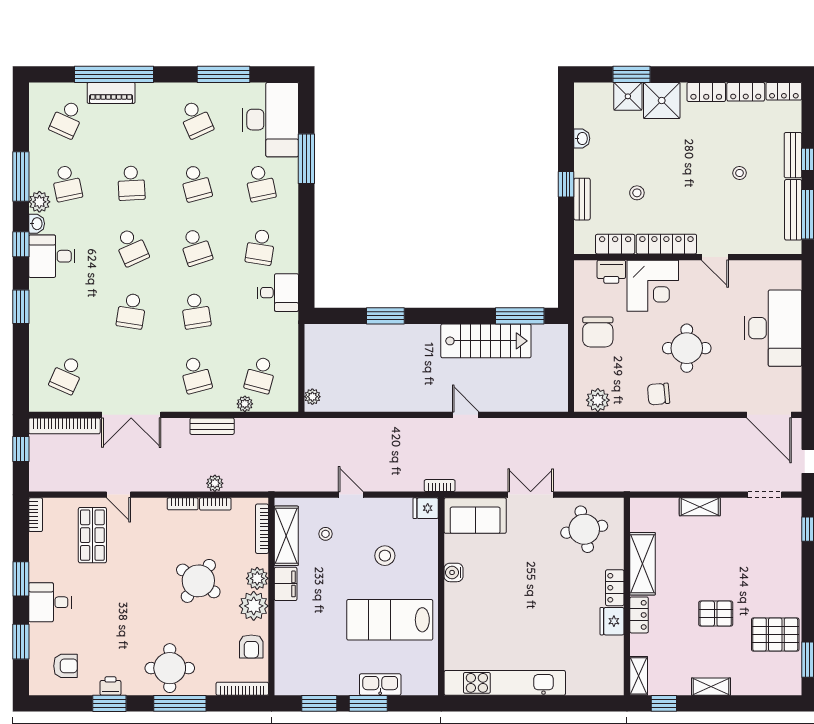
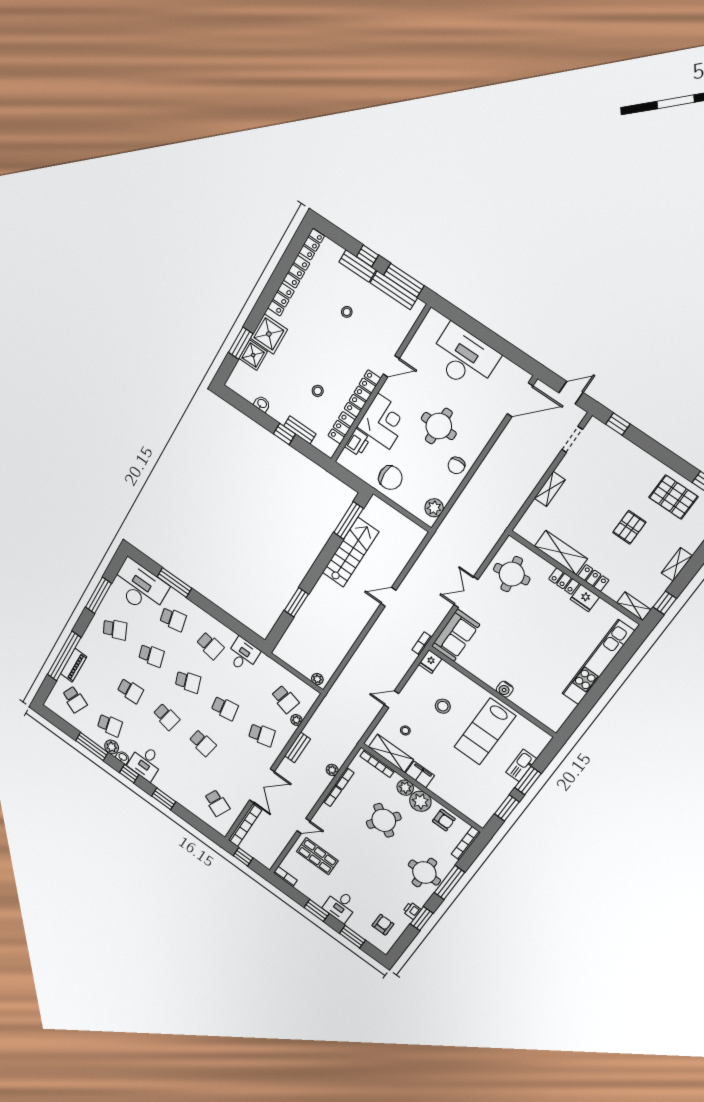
school desk: (131, 247) -> (166, 717), turned 36
water cooler: (454, 572) -> (505, 689), moved
pallet: (775, 635) -> (673, 497), turned 90
kitchen unit: (505, 683) -> (598, 662), moved

